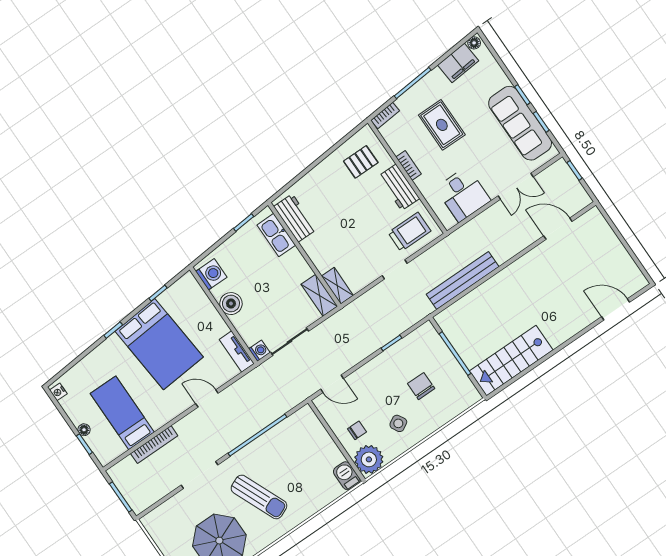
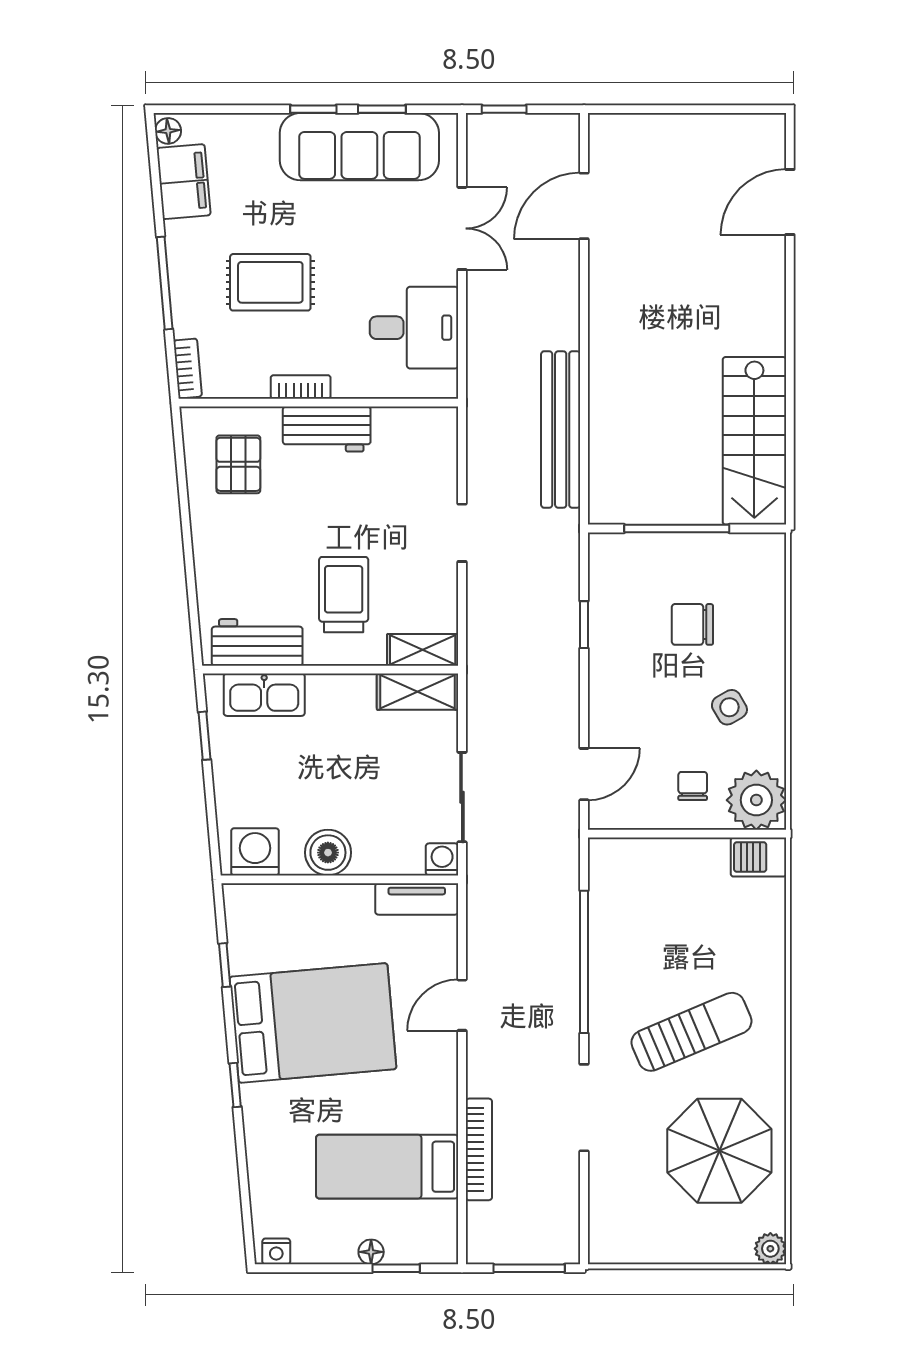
trolley: (409, 232) -> (344, 595), moved

